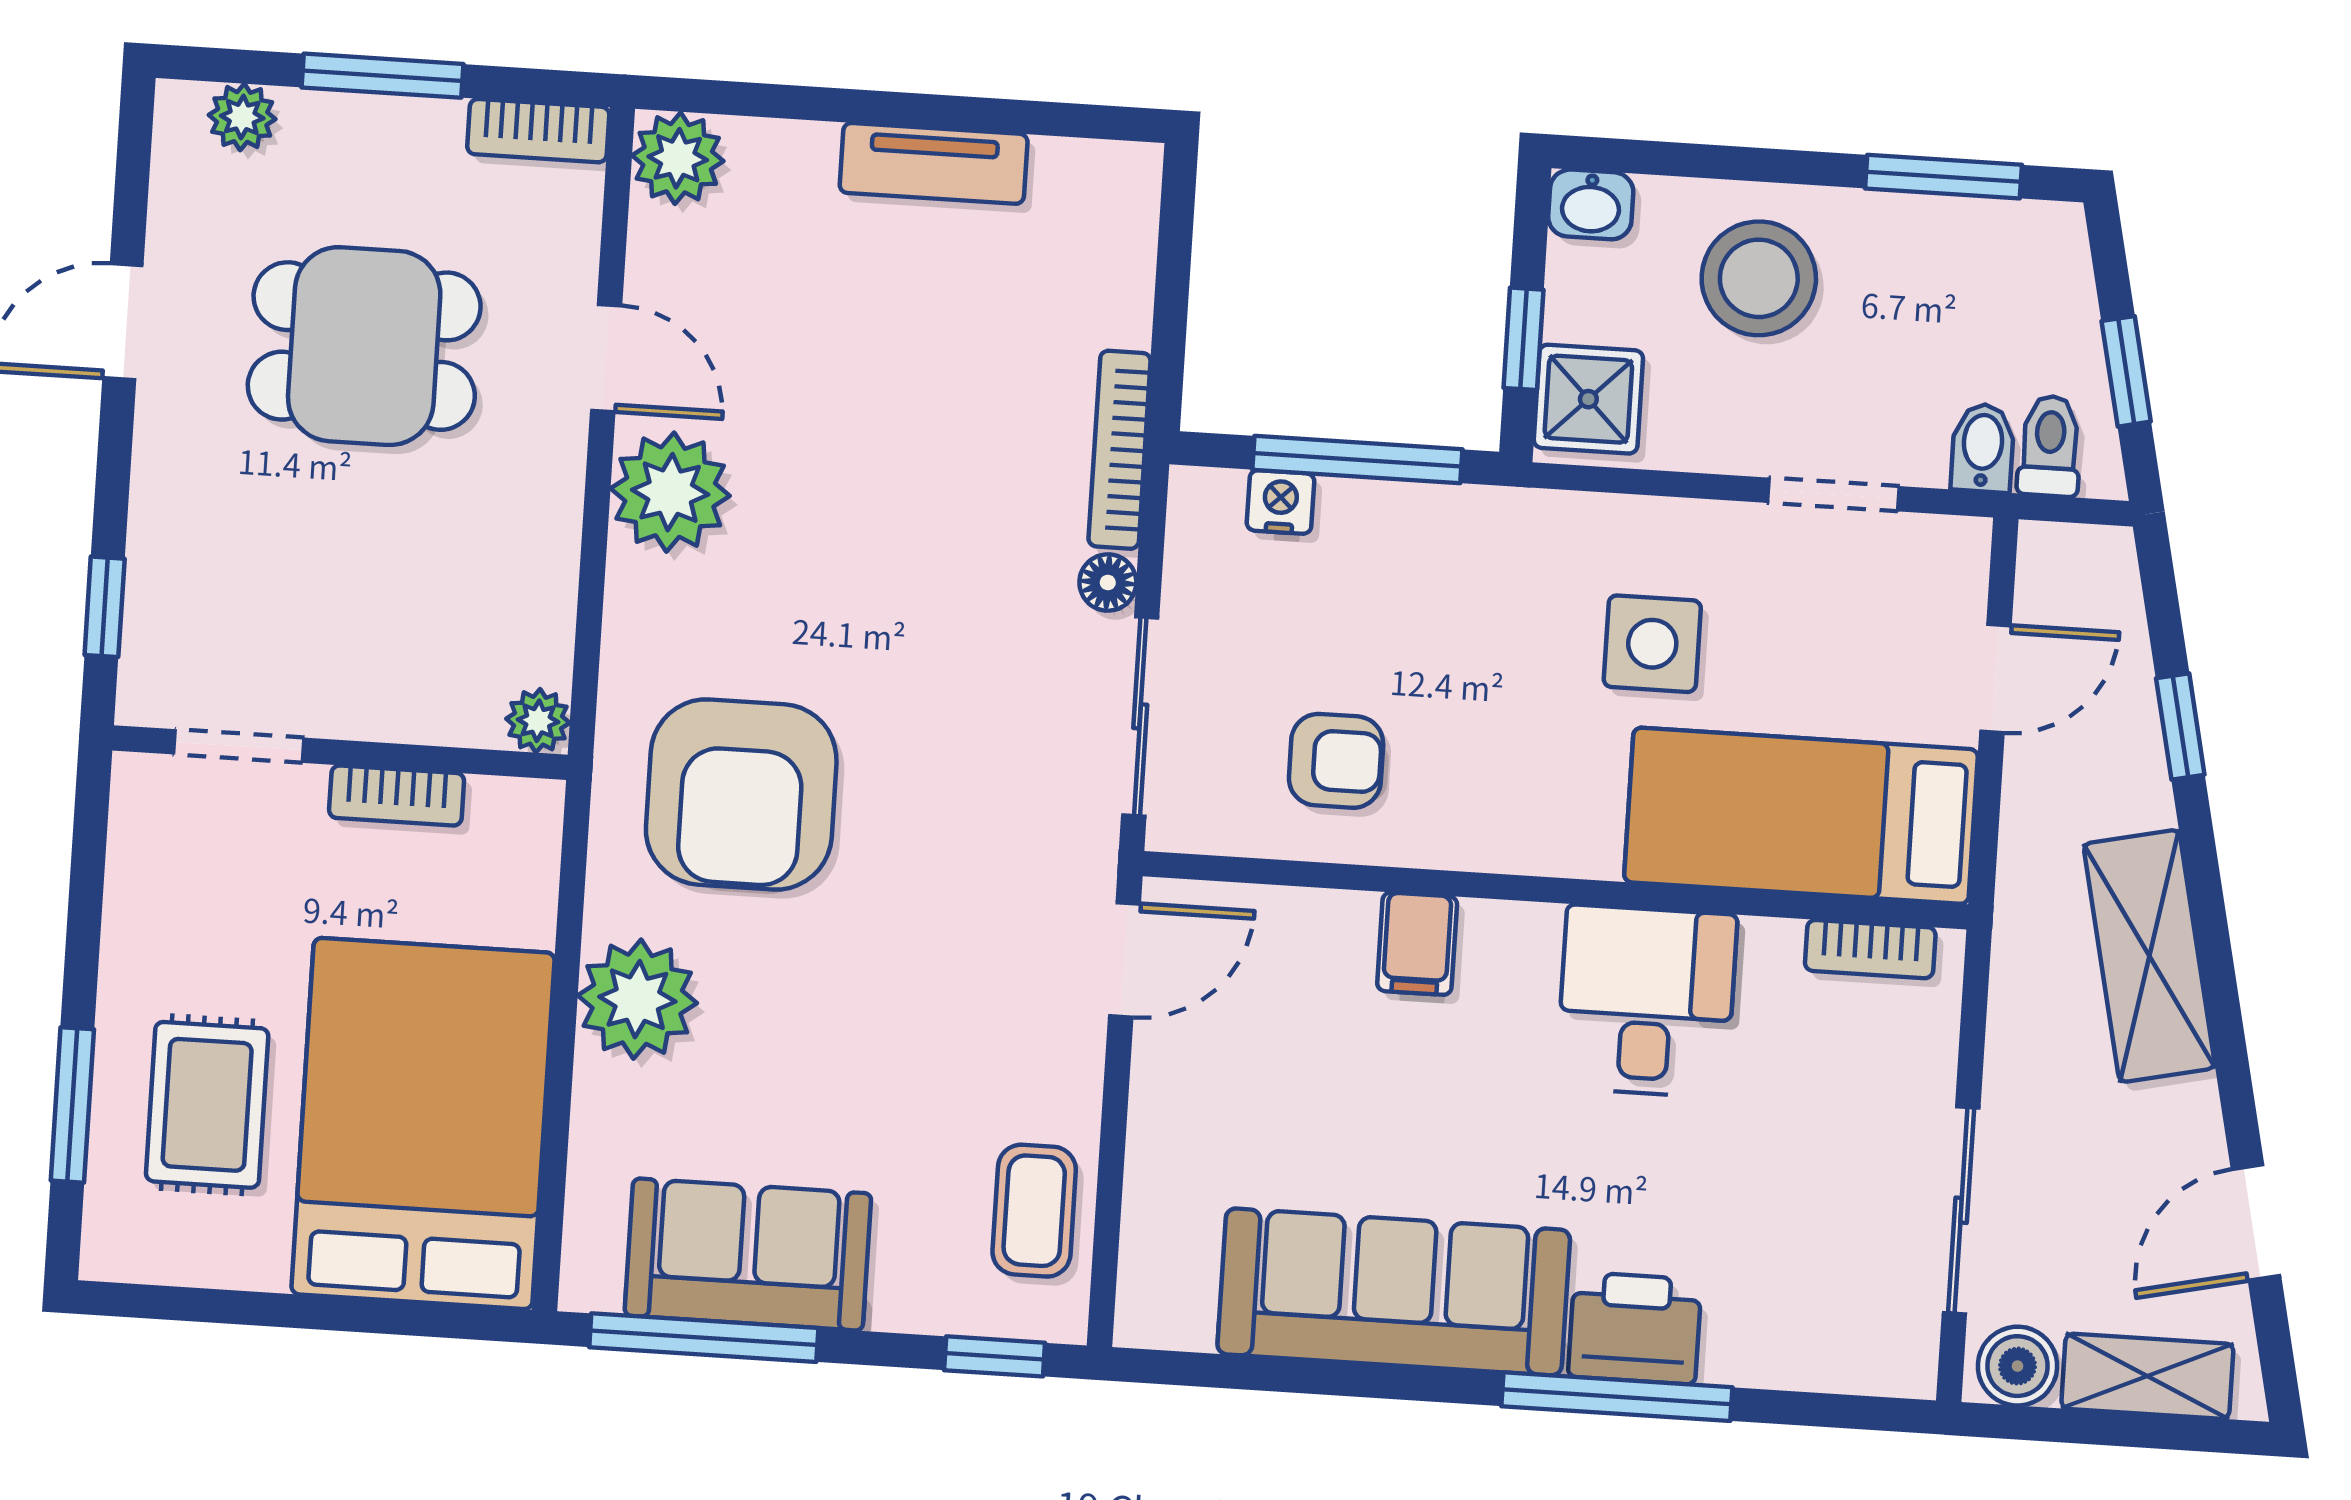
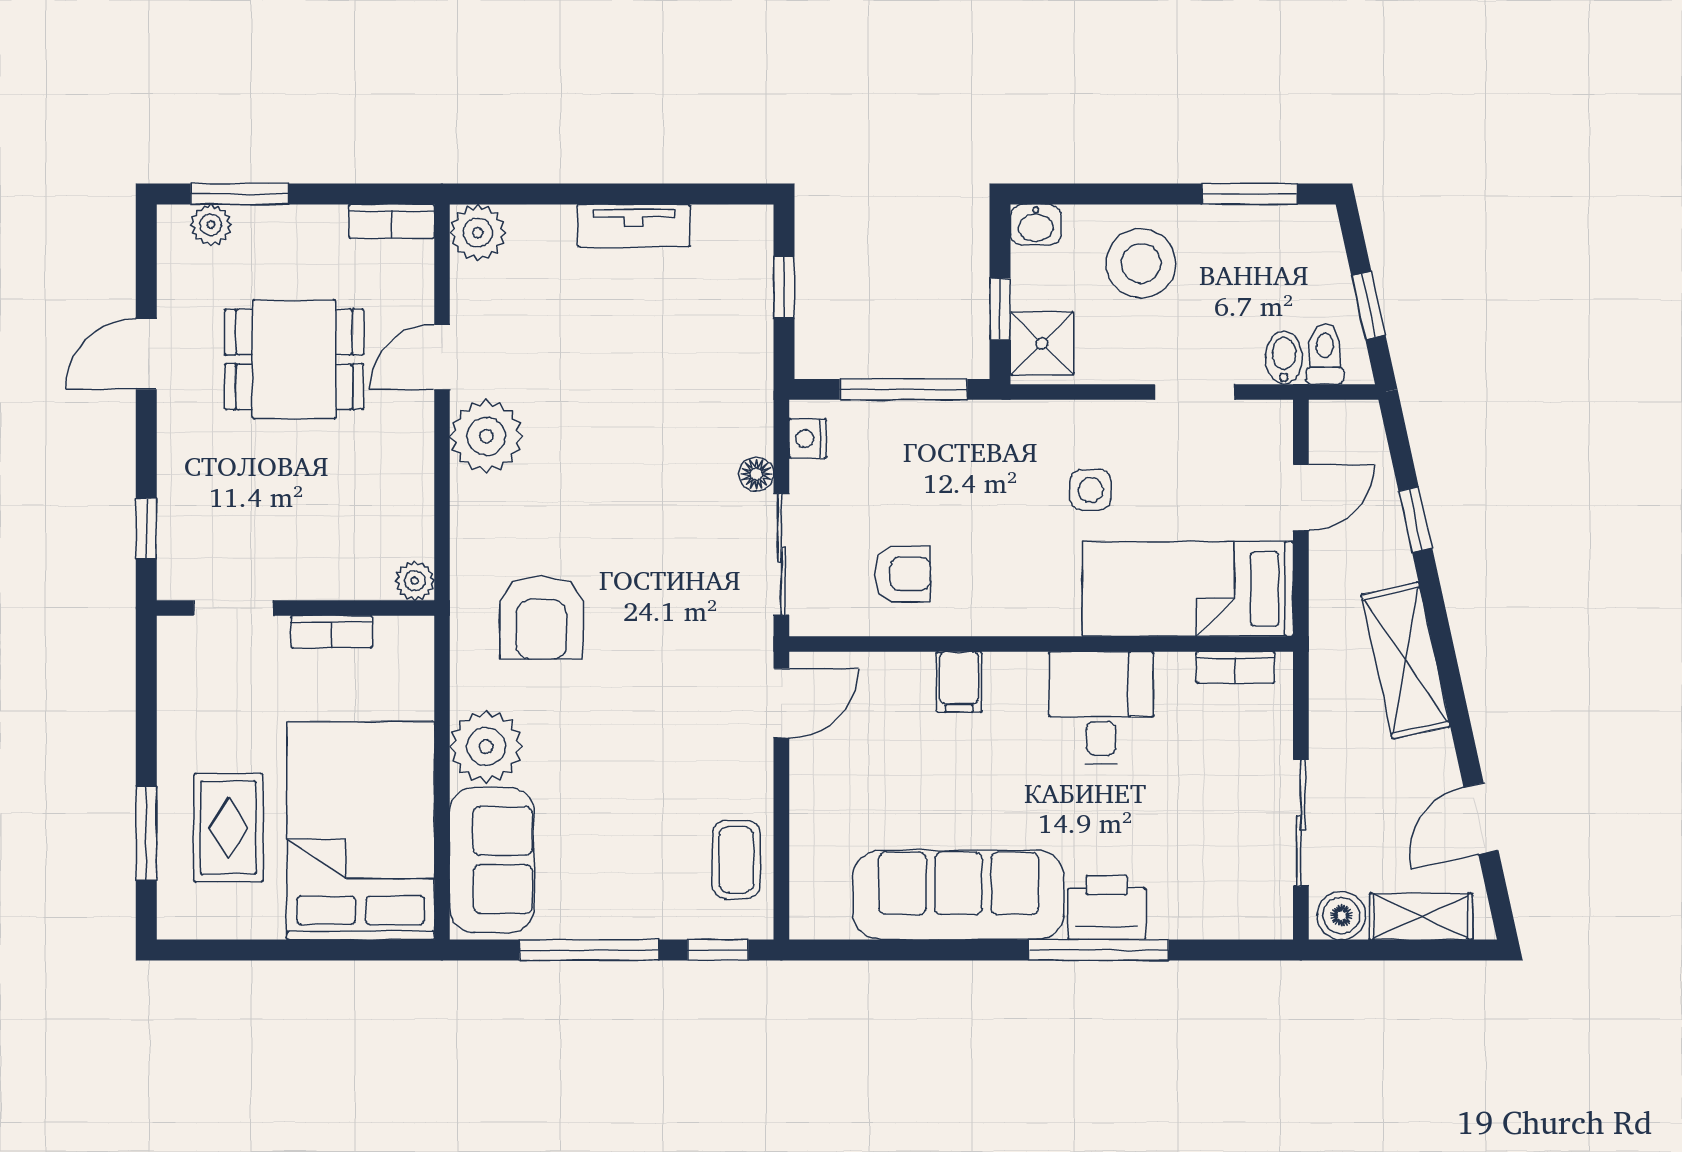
window: (383, 76) -> (240, 194), moved
window: (1173, 280) -> (784, 287), added
door: (606, 358) -> (442, 357), swing flipped
bookcase: (1120, 450) -> (758, 393), removed
nightstand: (1281, 502) -> (808, 439), moved, turned -90
side table: (1652, 644) -> (1090, 490), width x0.73, depth x0.73
armchair: (741, 794) -> (541, 618), width x0.73, depth x0.73
sofa: (748, 1254) -> (492, 860), moved, turned 90
window: (704, 1338) -> (589, 950), moved

